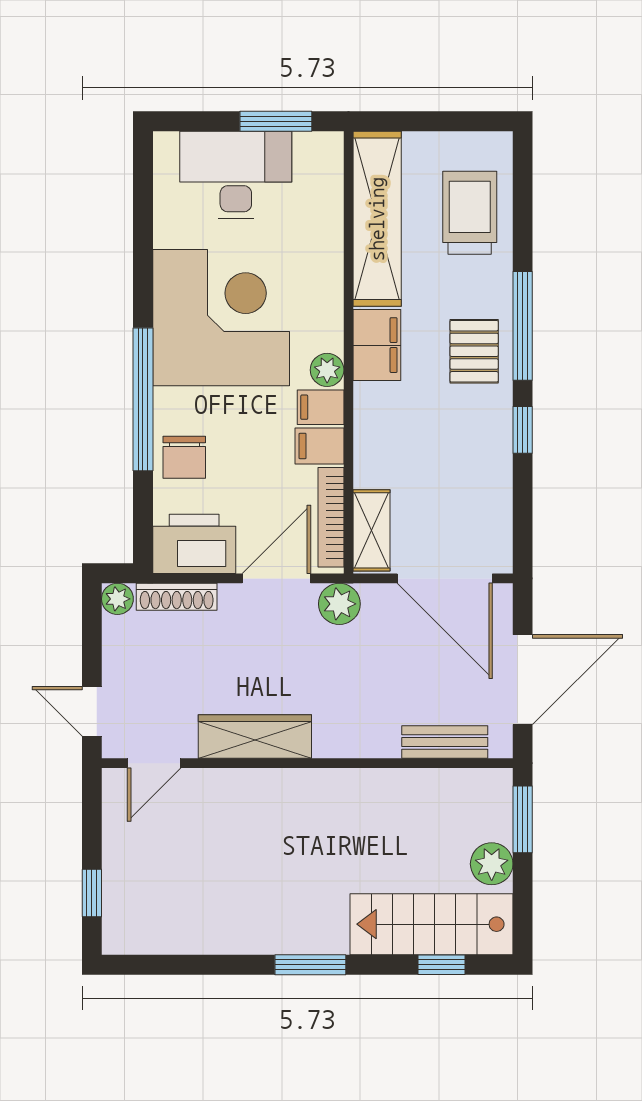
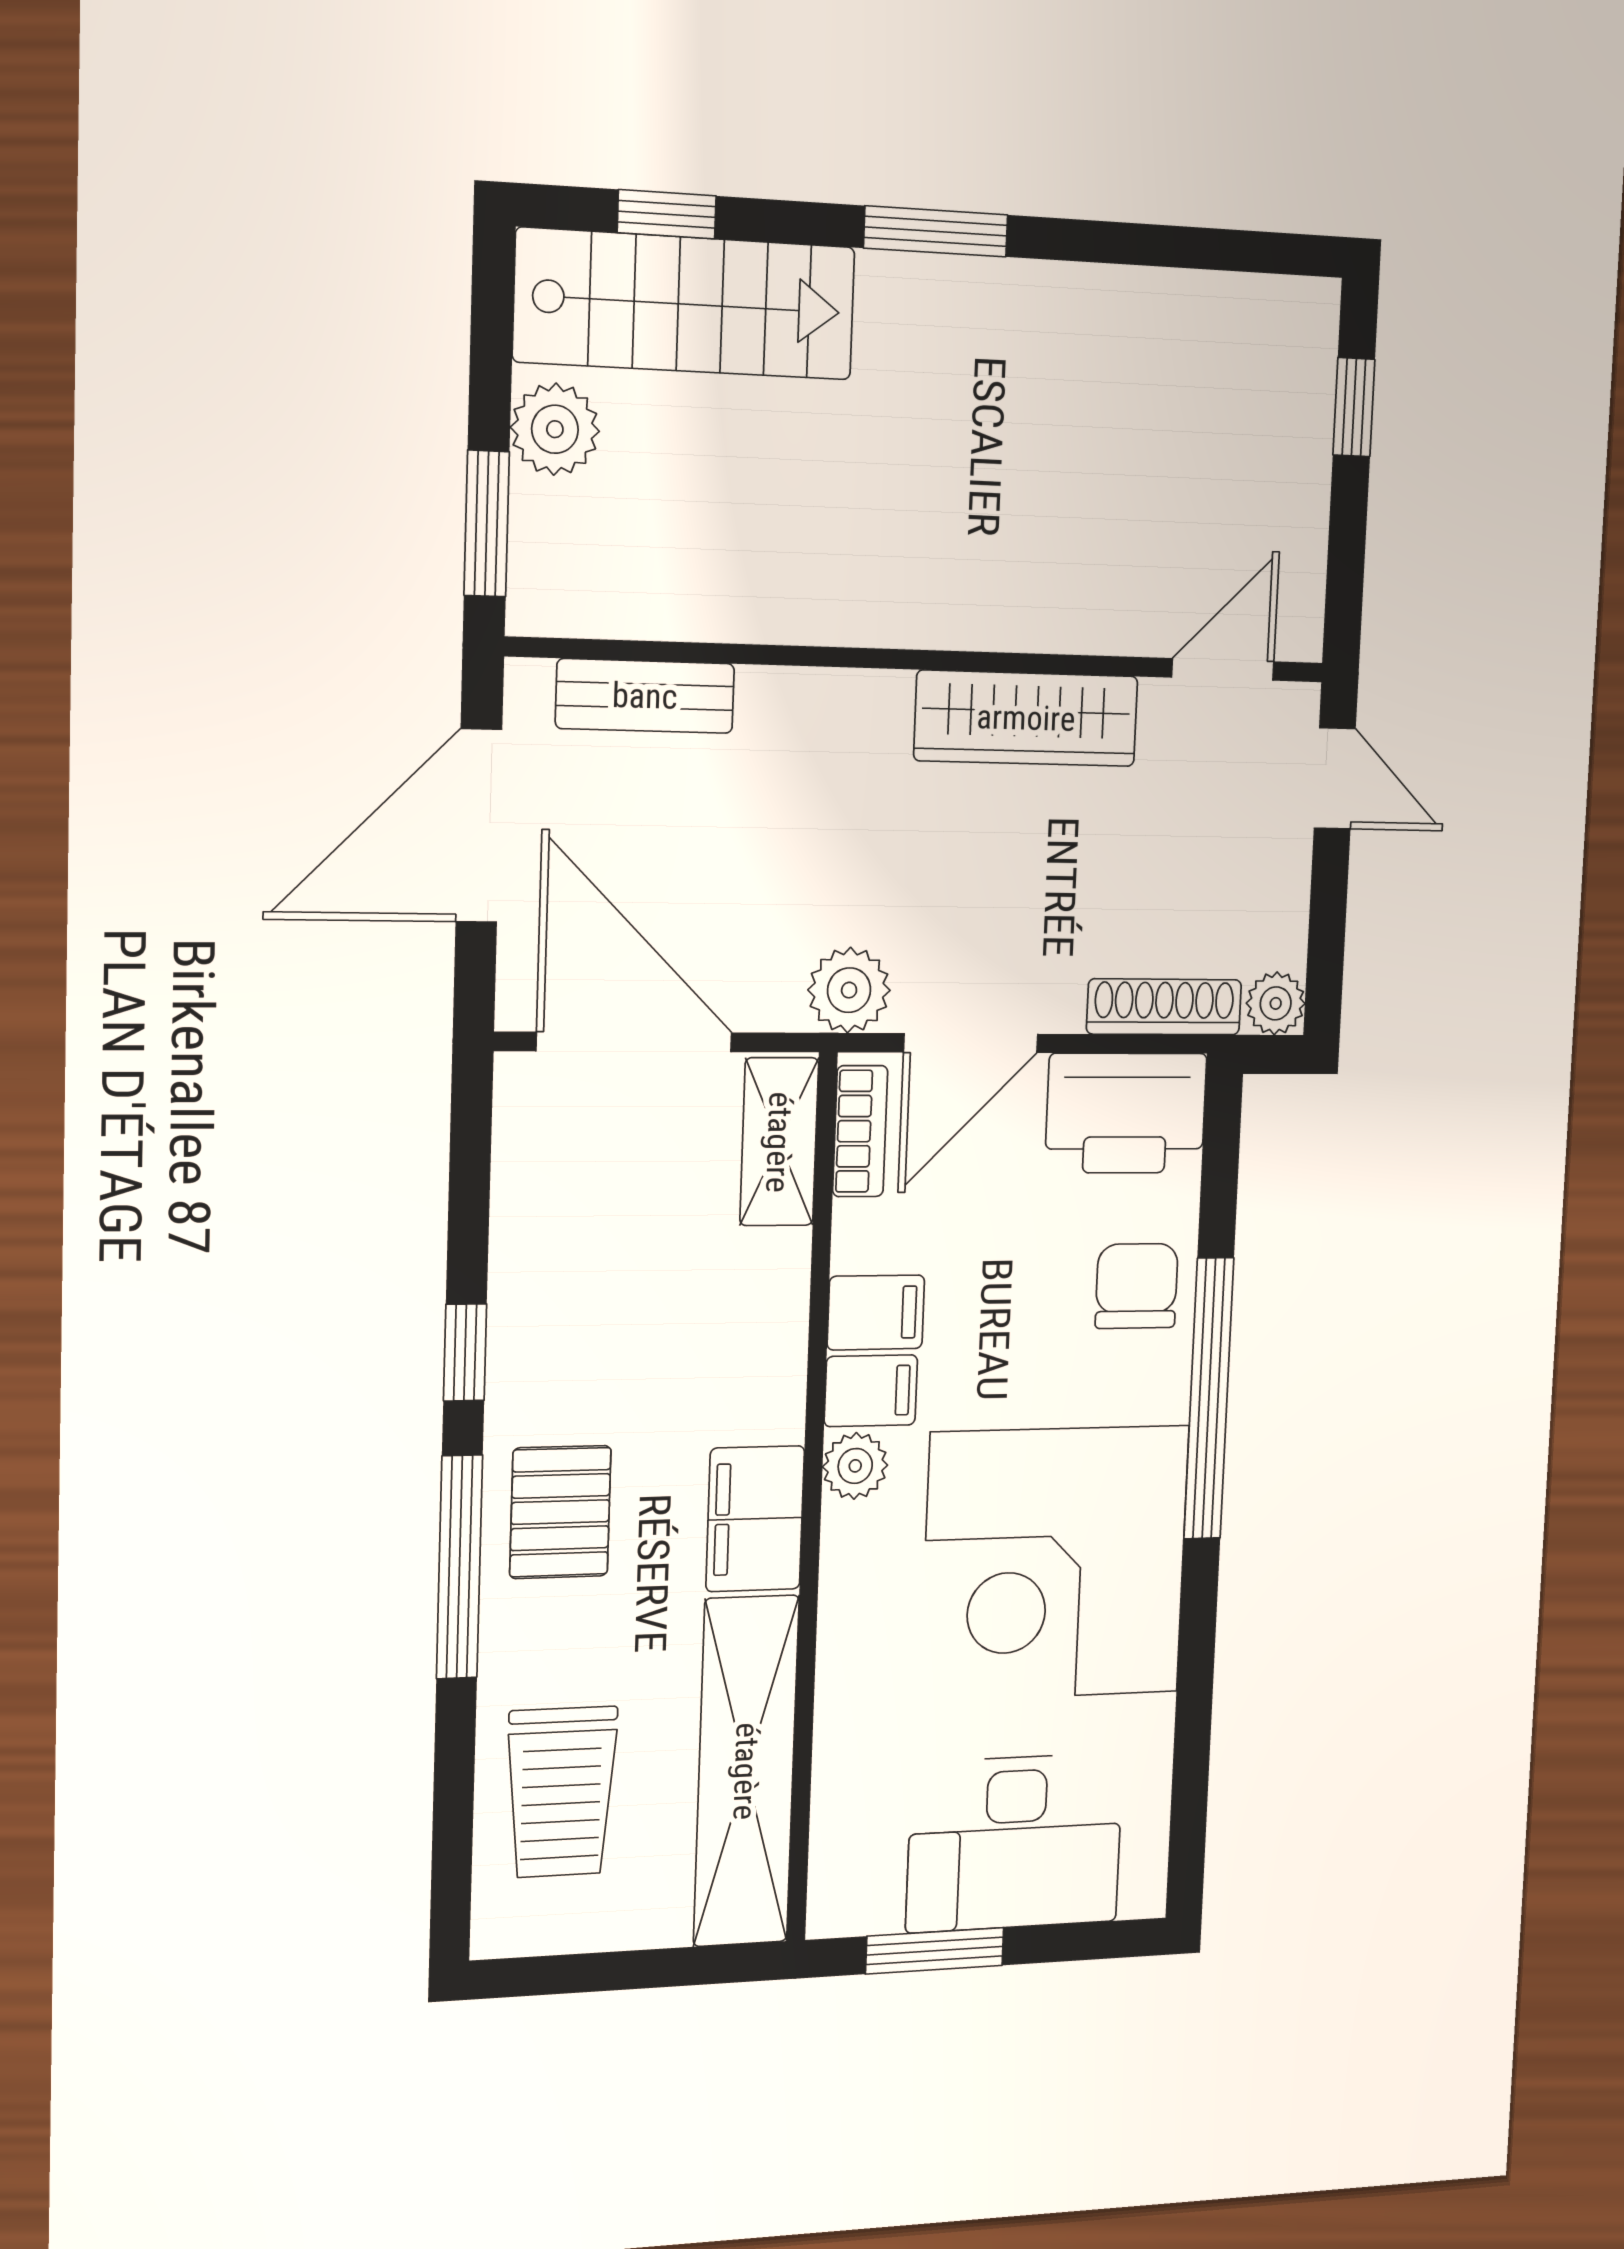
bookcase: (331, 517) -> (860, 1131), width x0.64

